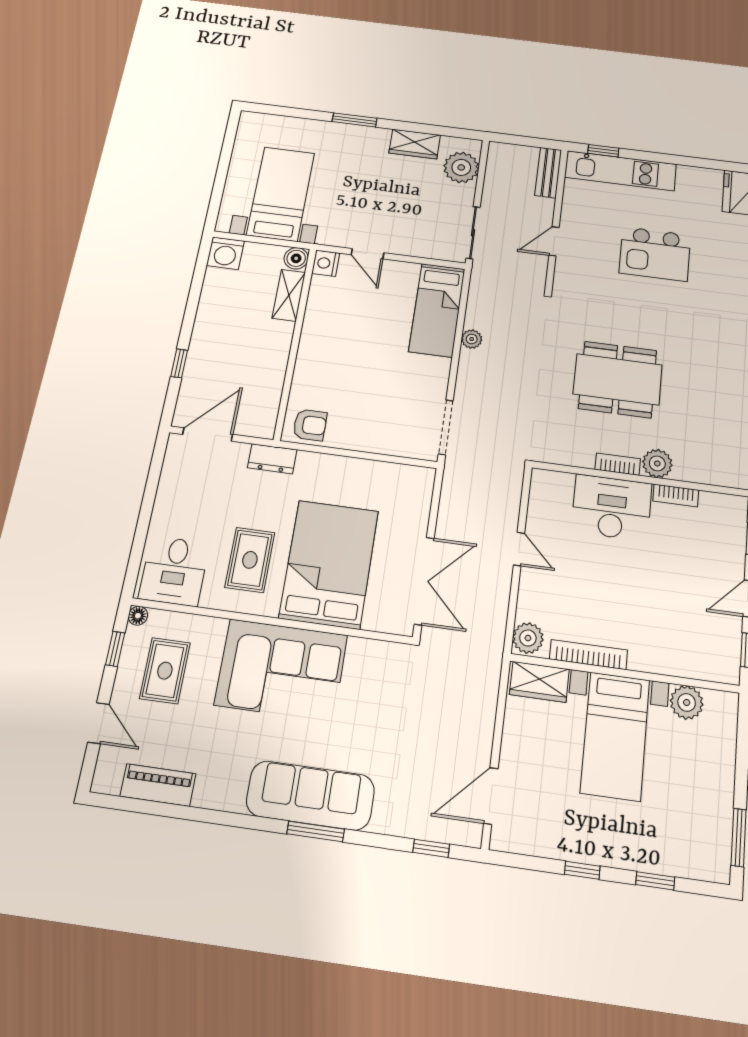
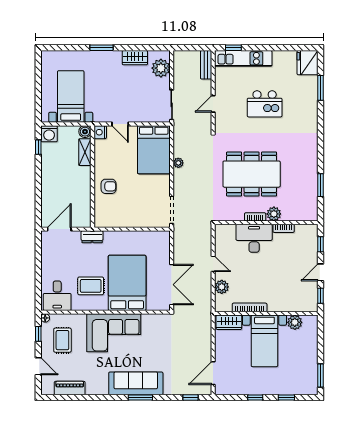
bed: (437, 310) -> (154, 150), width x1.50
window: (179, 363) -> (38, 147), moved
dining table: (618, 379) -> (252, 174), width x1.36, depth x1.24
armchair: (310, 425) -> (109, 186), moved
rug: (250, 560) -> (91, 286), turned 90
plant: (528, 638) -> (222, 287), moved

